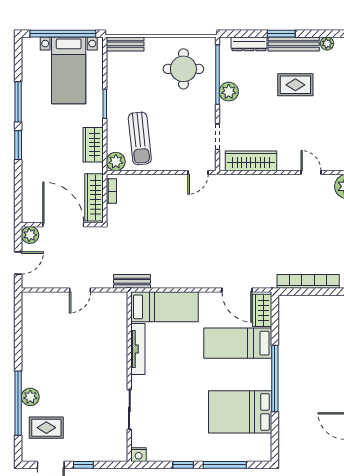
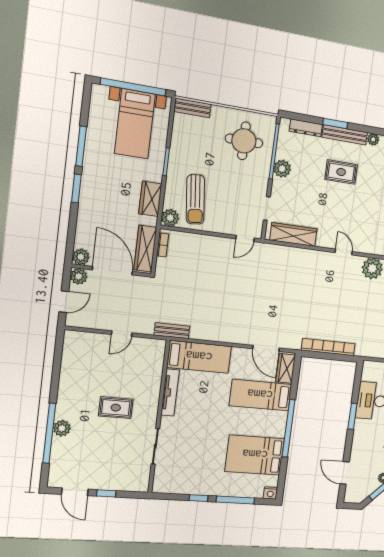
plant: (30, 215) -> (81, 257), added
rug: (46, 428) -> (116, 408), moved
nightstand: (139, 455) -> (270, 493), moved

